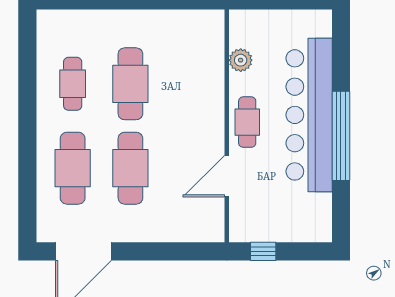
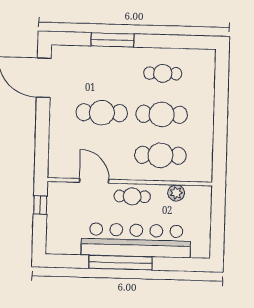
window: (27, 156) -> (113, 40), added
cafe table: (73, 168) -> (160, 155), moved

